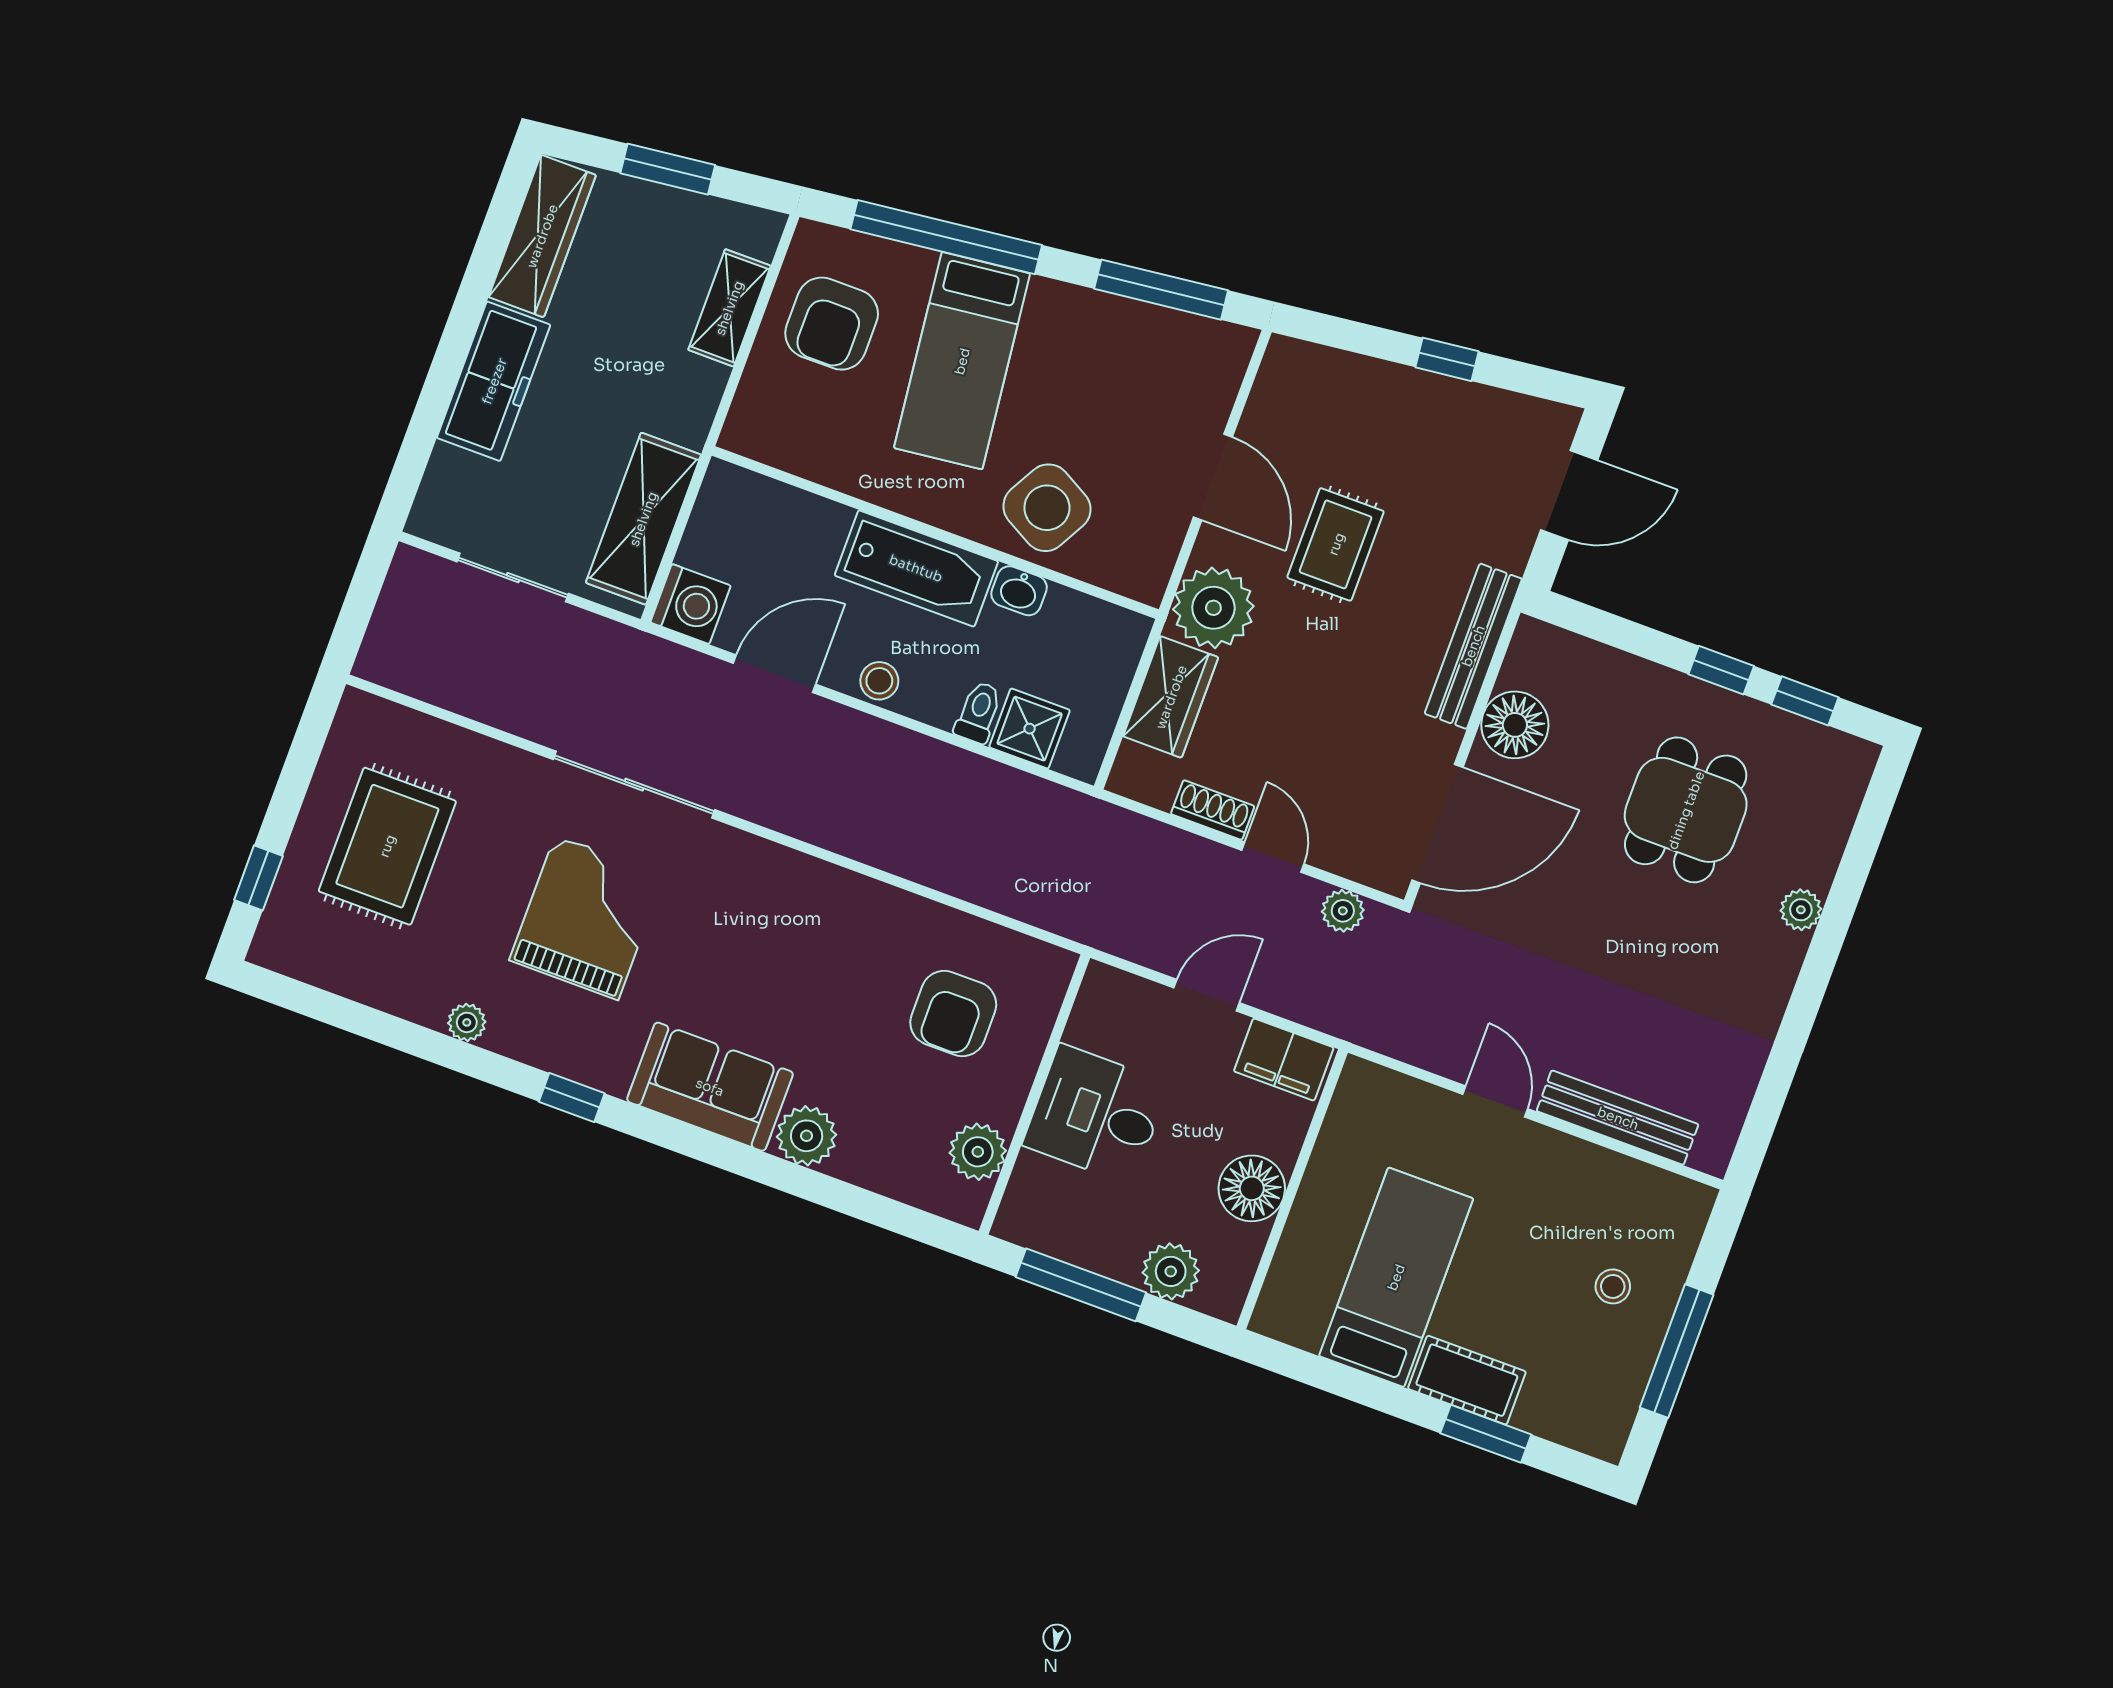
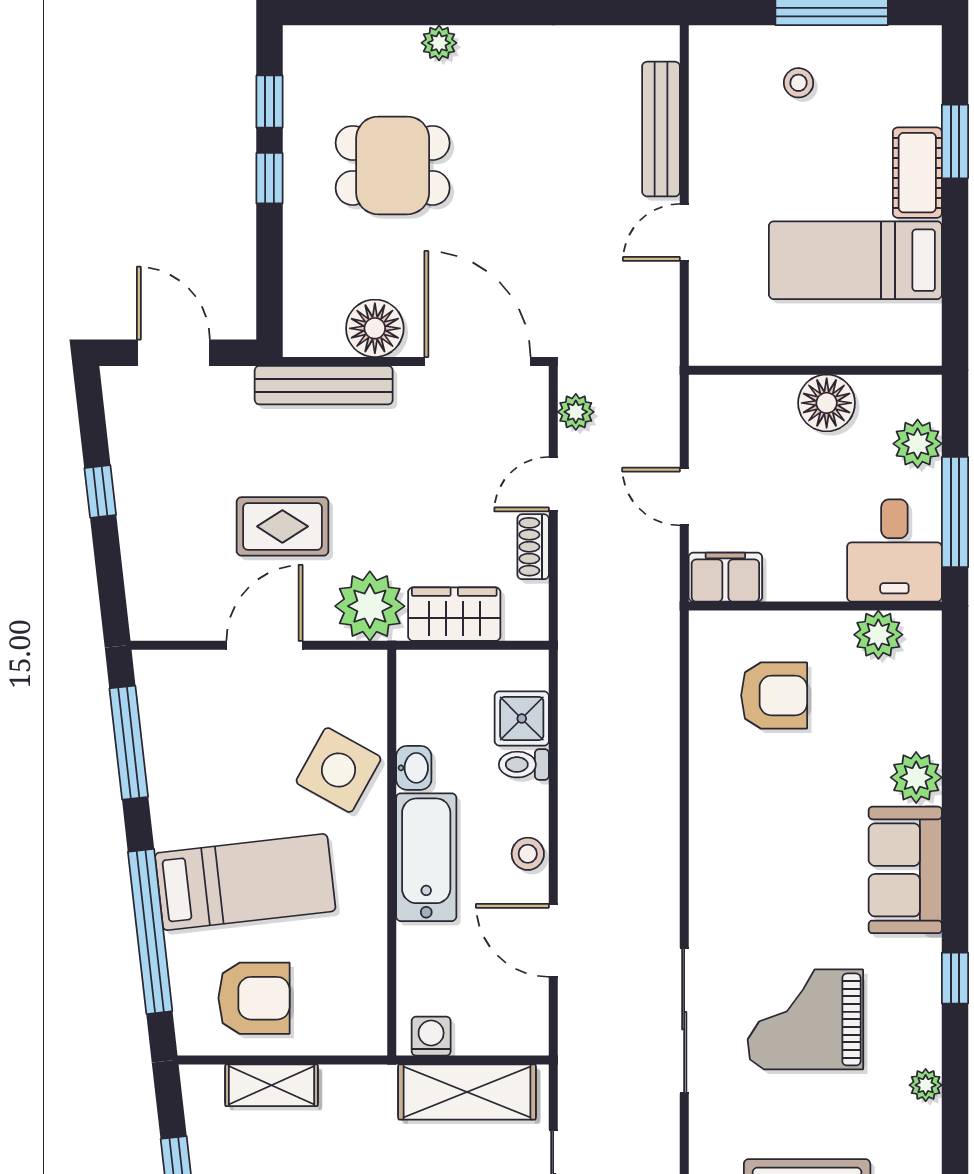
washing machine: (691, 604) -> (431, 1036), moved, width x0.73, depth x0.73
filing cabinet: (1284, 1059) -> (725, 577), moved, turned -90
desk: (1096, 1114) -> (894, 550), moved

